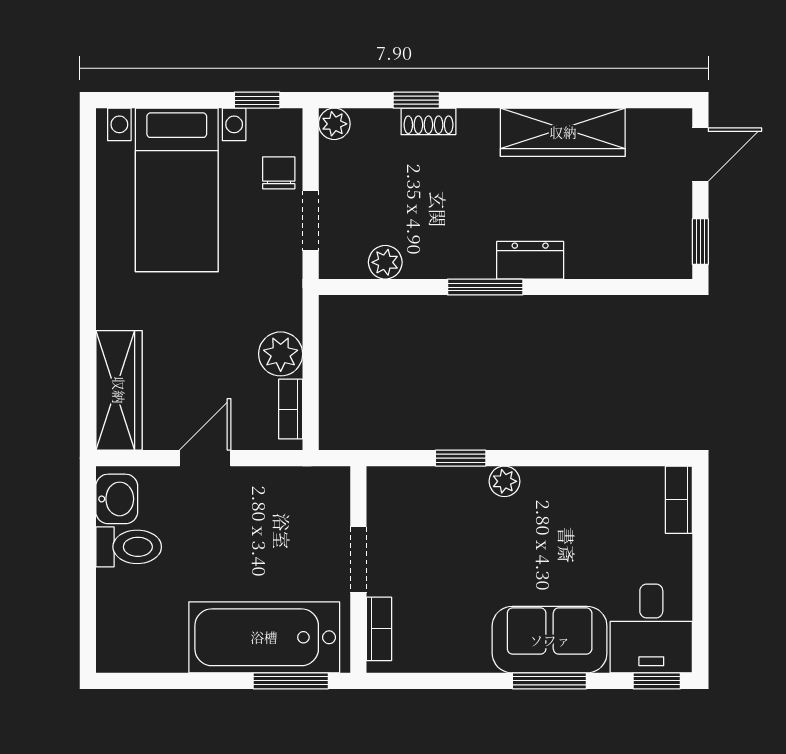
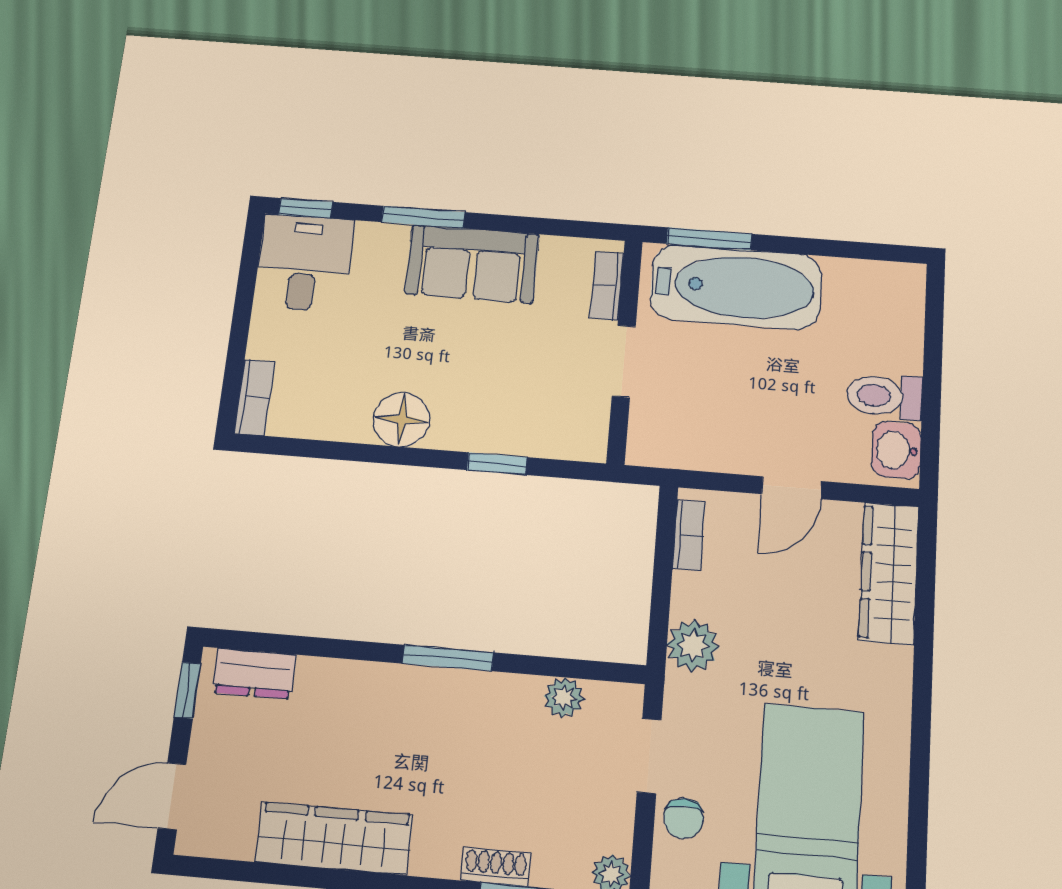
dresser: (530, 260) -> (254, 673), moved
plant: (281, 354) -> (693, 646), moved
plant: (504, 481) -> (449, 434), removed
floor lamp: (547, 491) -> (402, 420), added
sofa: (550, 640) -> (472, 264), moved

